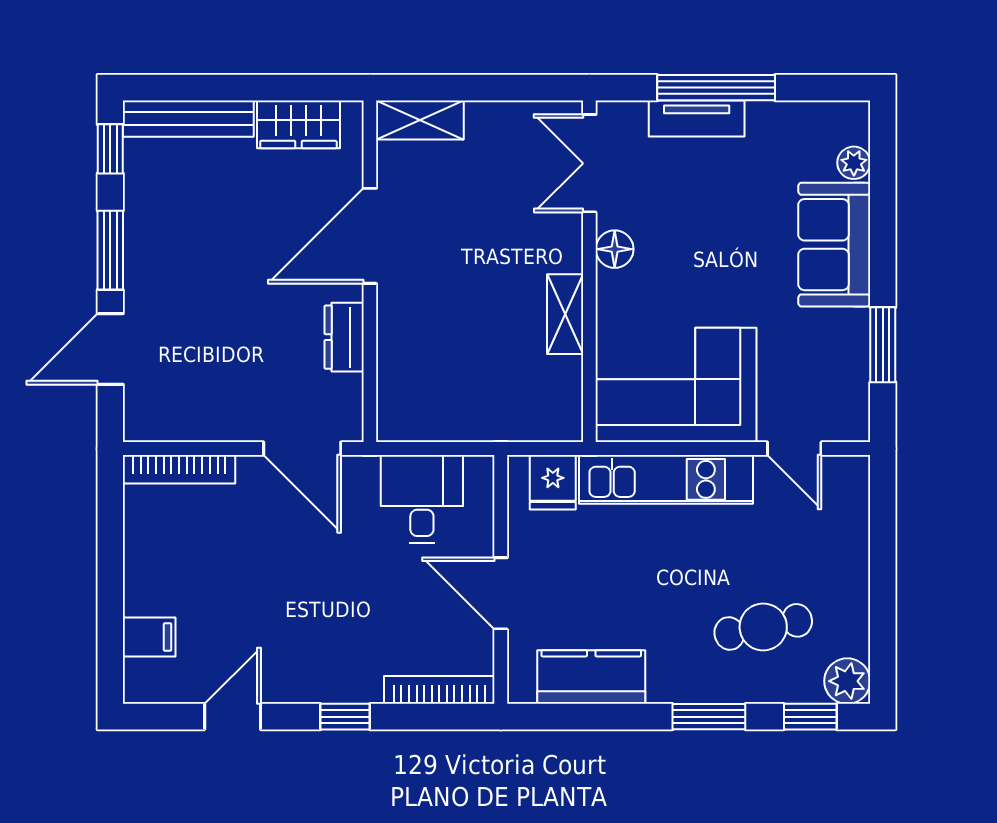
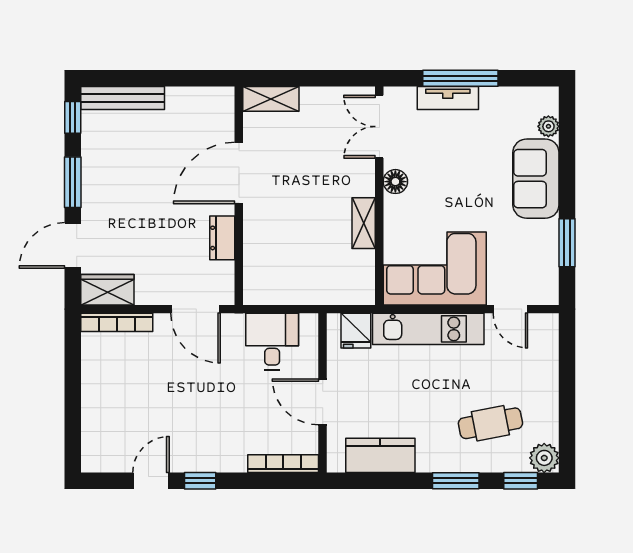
wardrobe: (298, 124) -> (107, 290), moved, turned 180
filing cabinet: (149, 637) -> (98, 430), removed
window: (345, 717) -> (200, 481), moved

